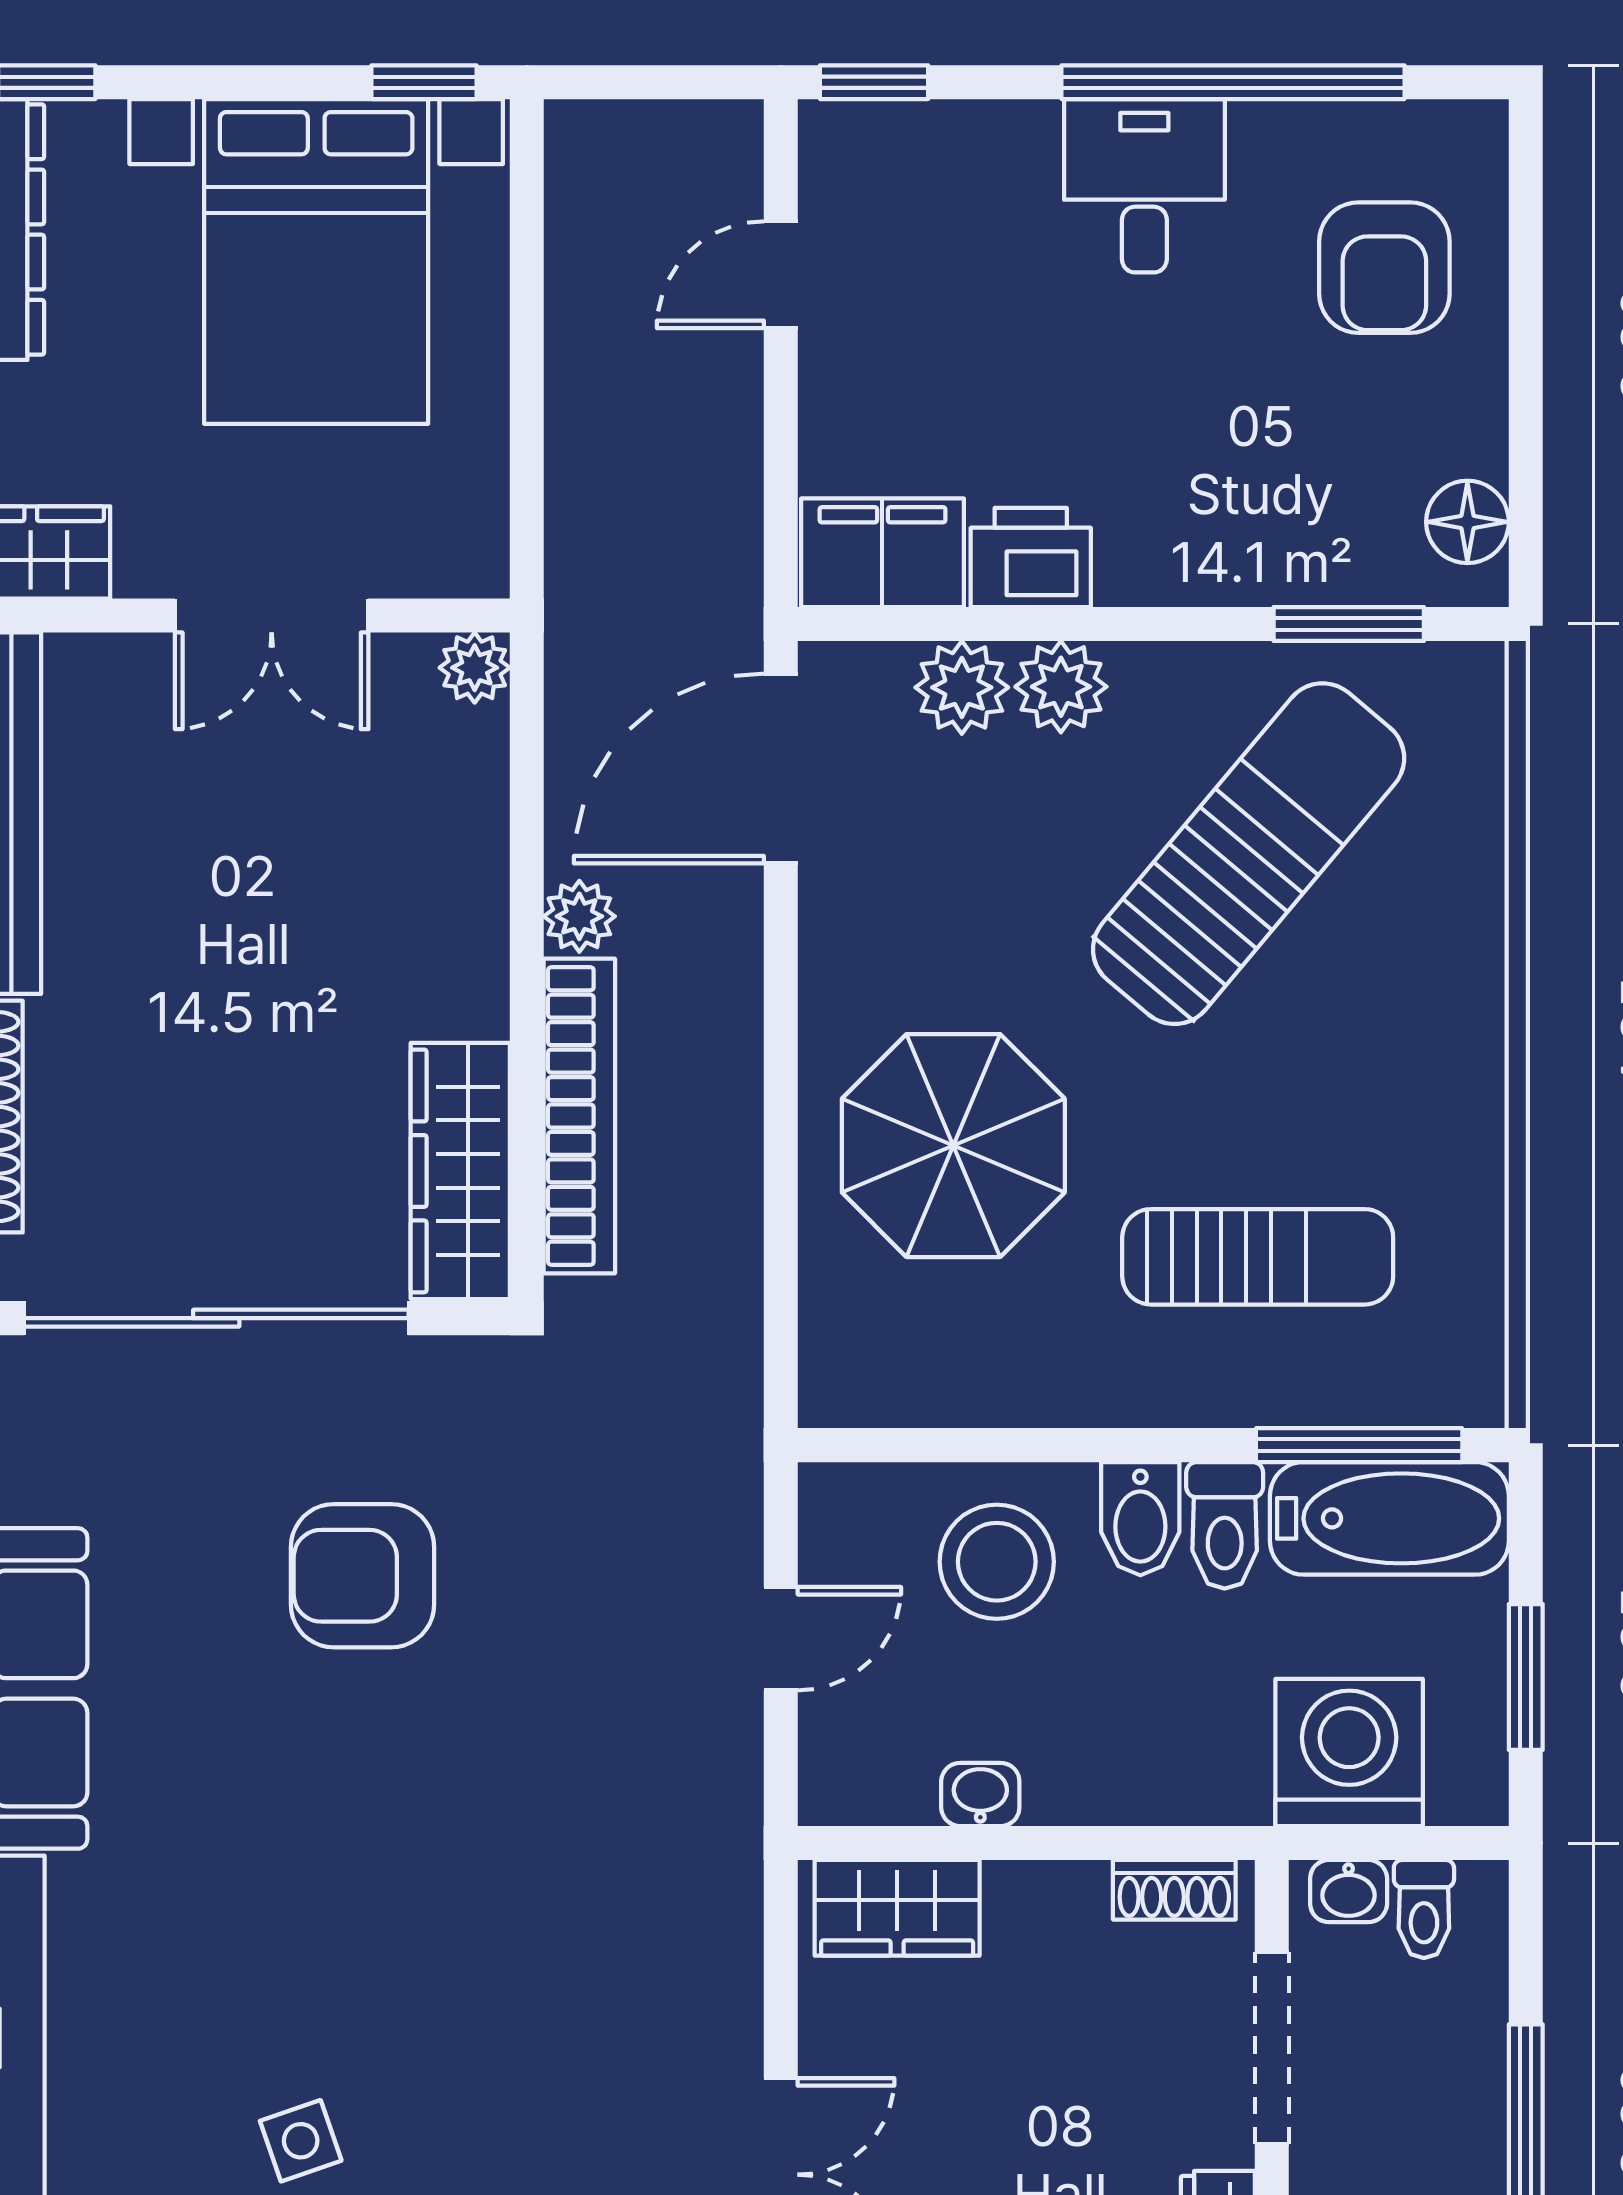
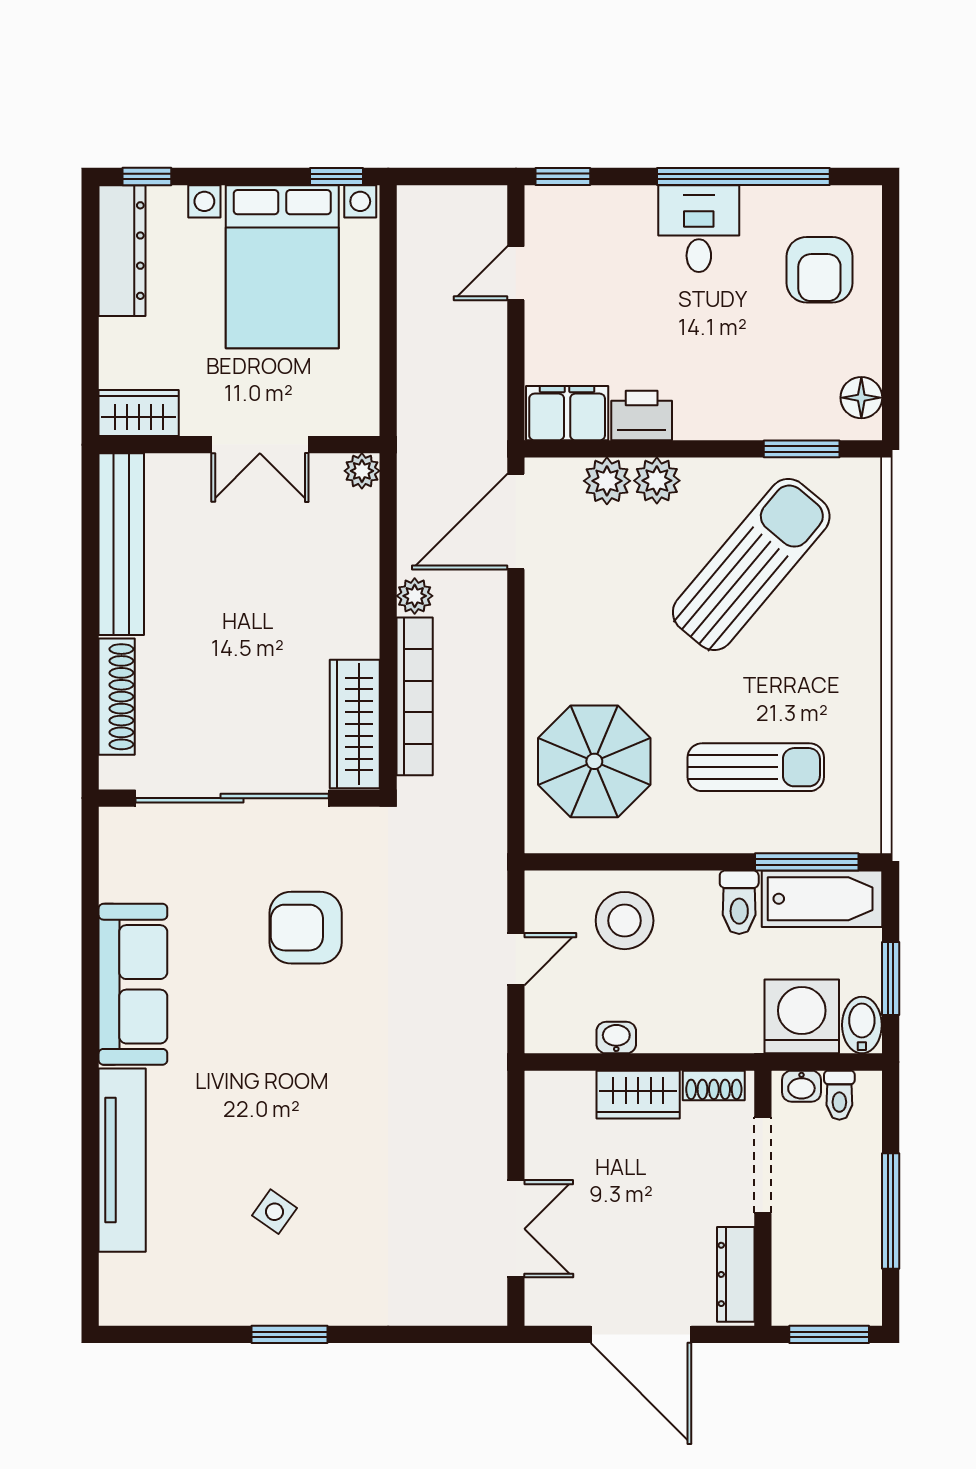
parasol: (953, 1146) -> (594, 761), moved
bidet: (1140, 1519) -> (862, 1025), moved, turned 180
wardrobe: (897, 1908) -> (638, 1095), moved
side table: (301, 2141) -> (275, 1212), turned -36

